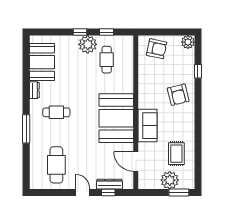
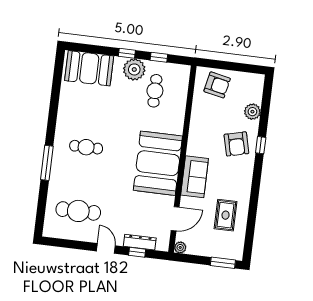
plant: (188, 42) -> (252, 112), moved
booth: (42, 62) -> (89, 68), moved, turned 90
window: (198, 71) -> (261, 145), moved
dresser: (34, 90) -> (63, 117), removed
door: (136, 162) -> (175, 219), swing flipped
cafe table: (56, 165) -> (78, 211), turned 90
plant: (170, 180) -> (180, 247), moved, width x0.53, depth x0.53

